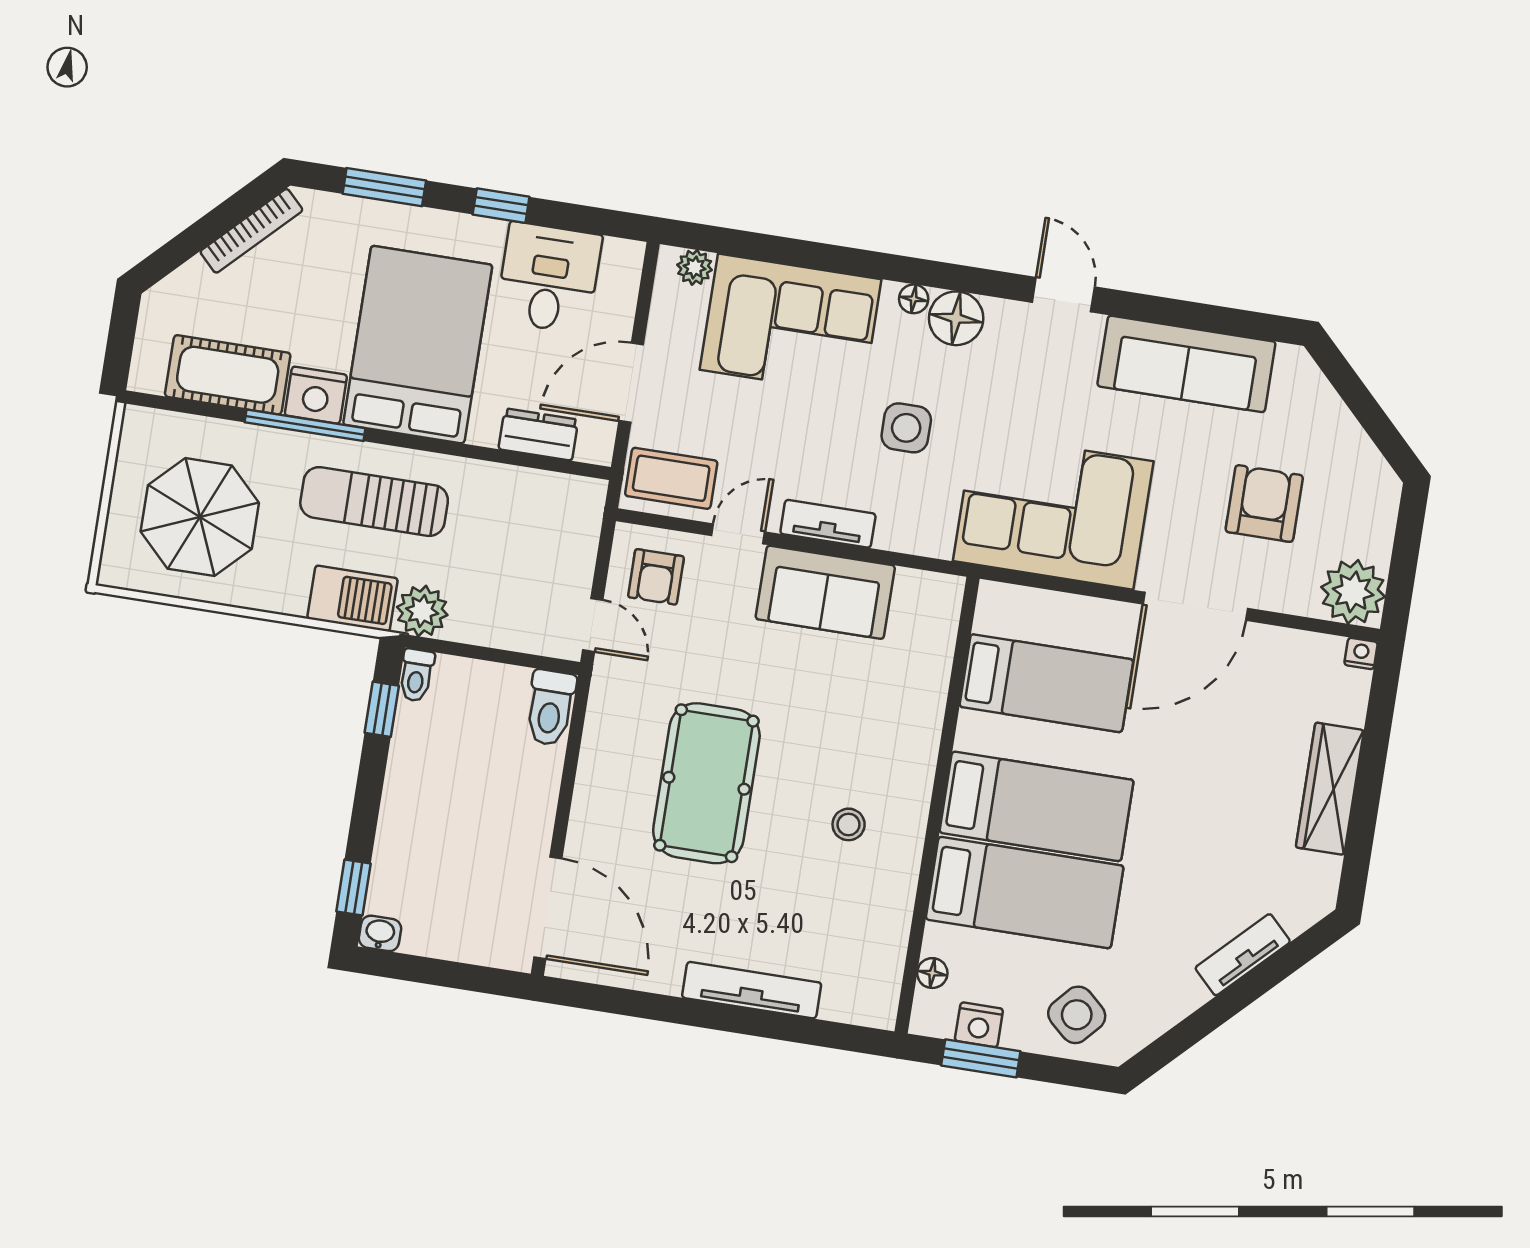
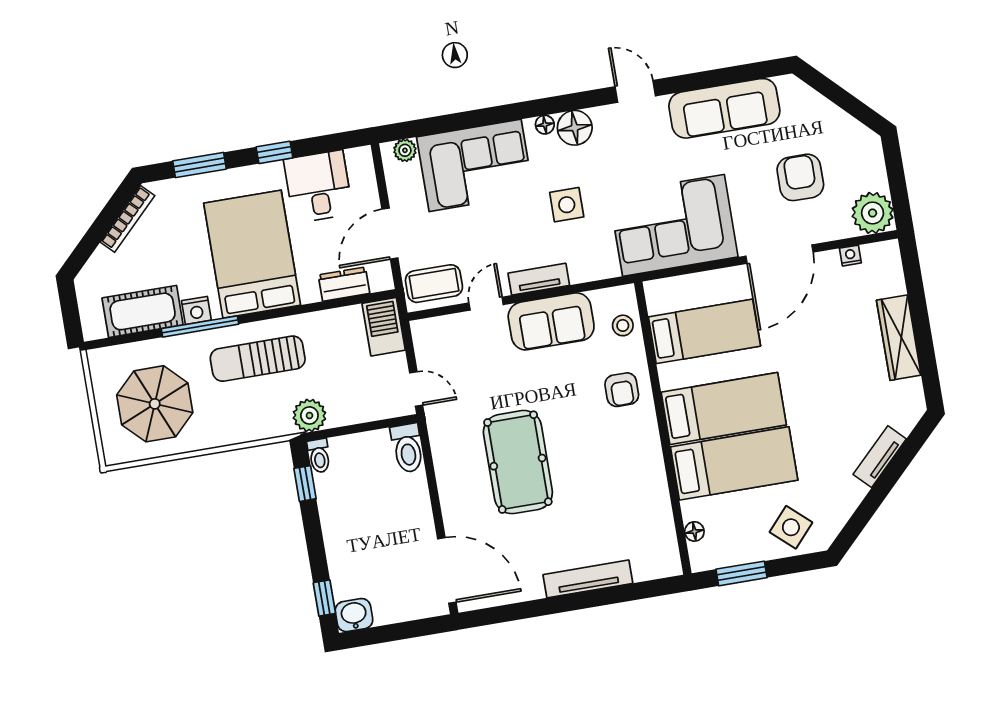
nightstand: (316, 395) -> (196, 310), width x0.74, depth x0.75
armchair: (656, 577) -> (622, 390), moved
barbecue: (352, 598) -> (384, 327), moved, turned -90
nightstand: (1361, 653) -> (850, 256), moved
stool: (849, 824) -> (623, 325), moved
washbasin: (380, 933) -> (354, 615), width x1.38, depth x1.45
nightstand: (979, 1025) -> (733, 553), removed

